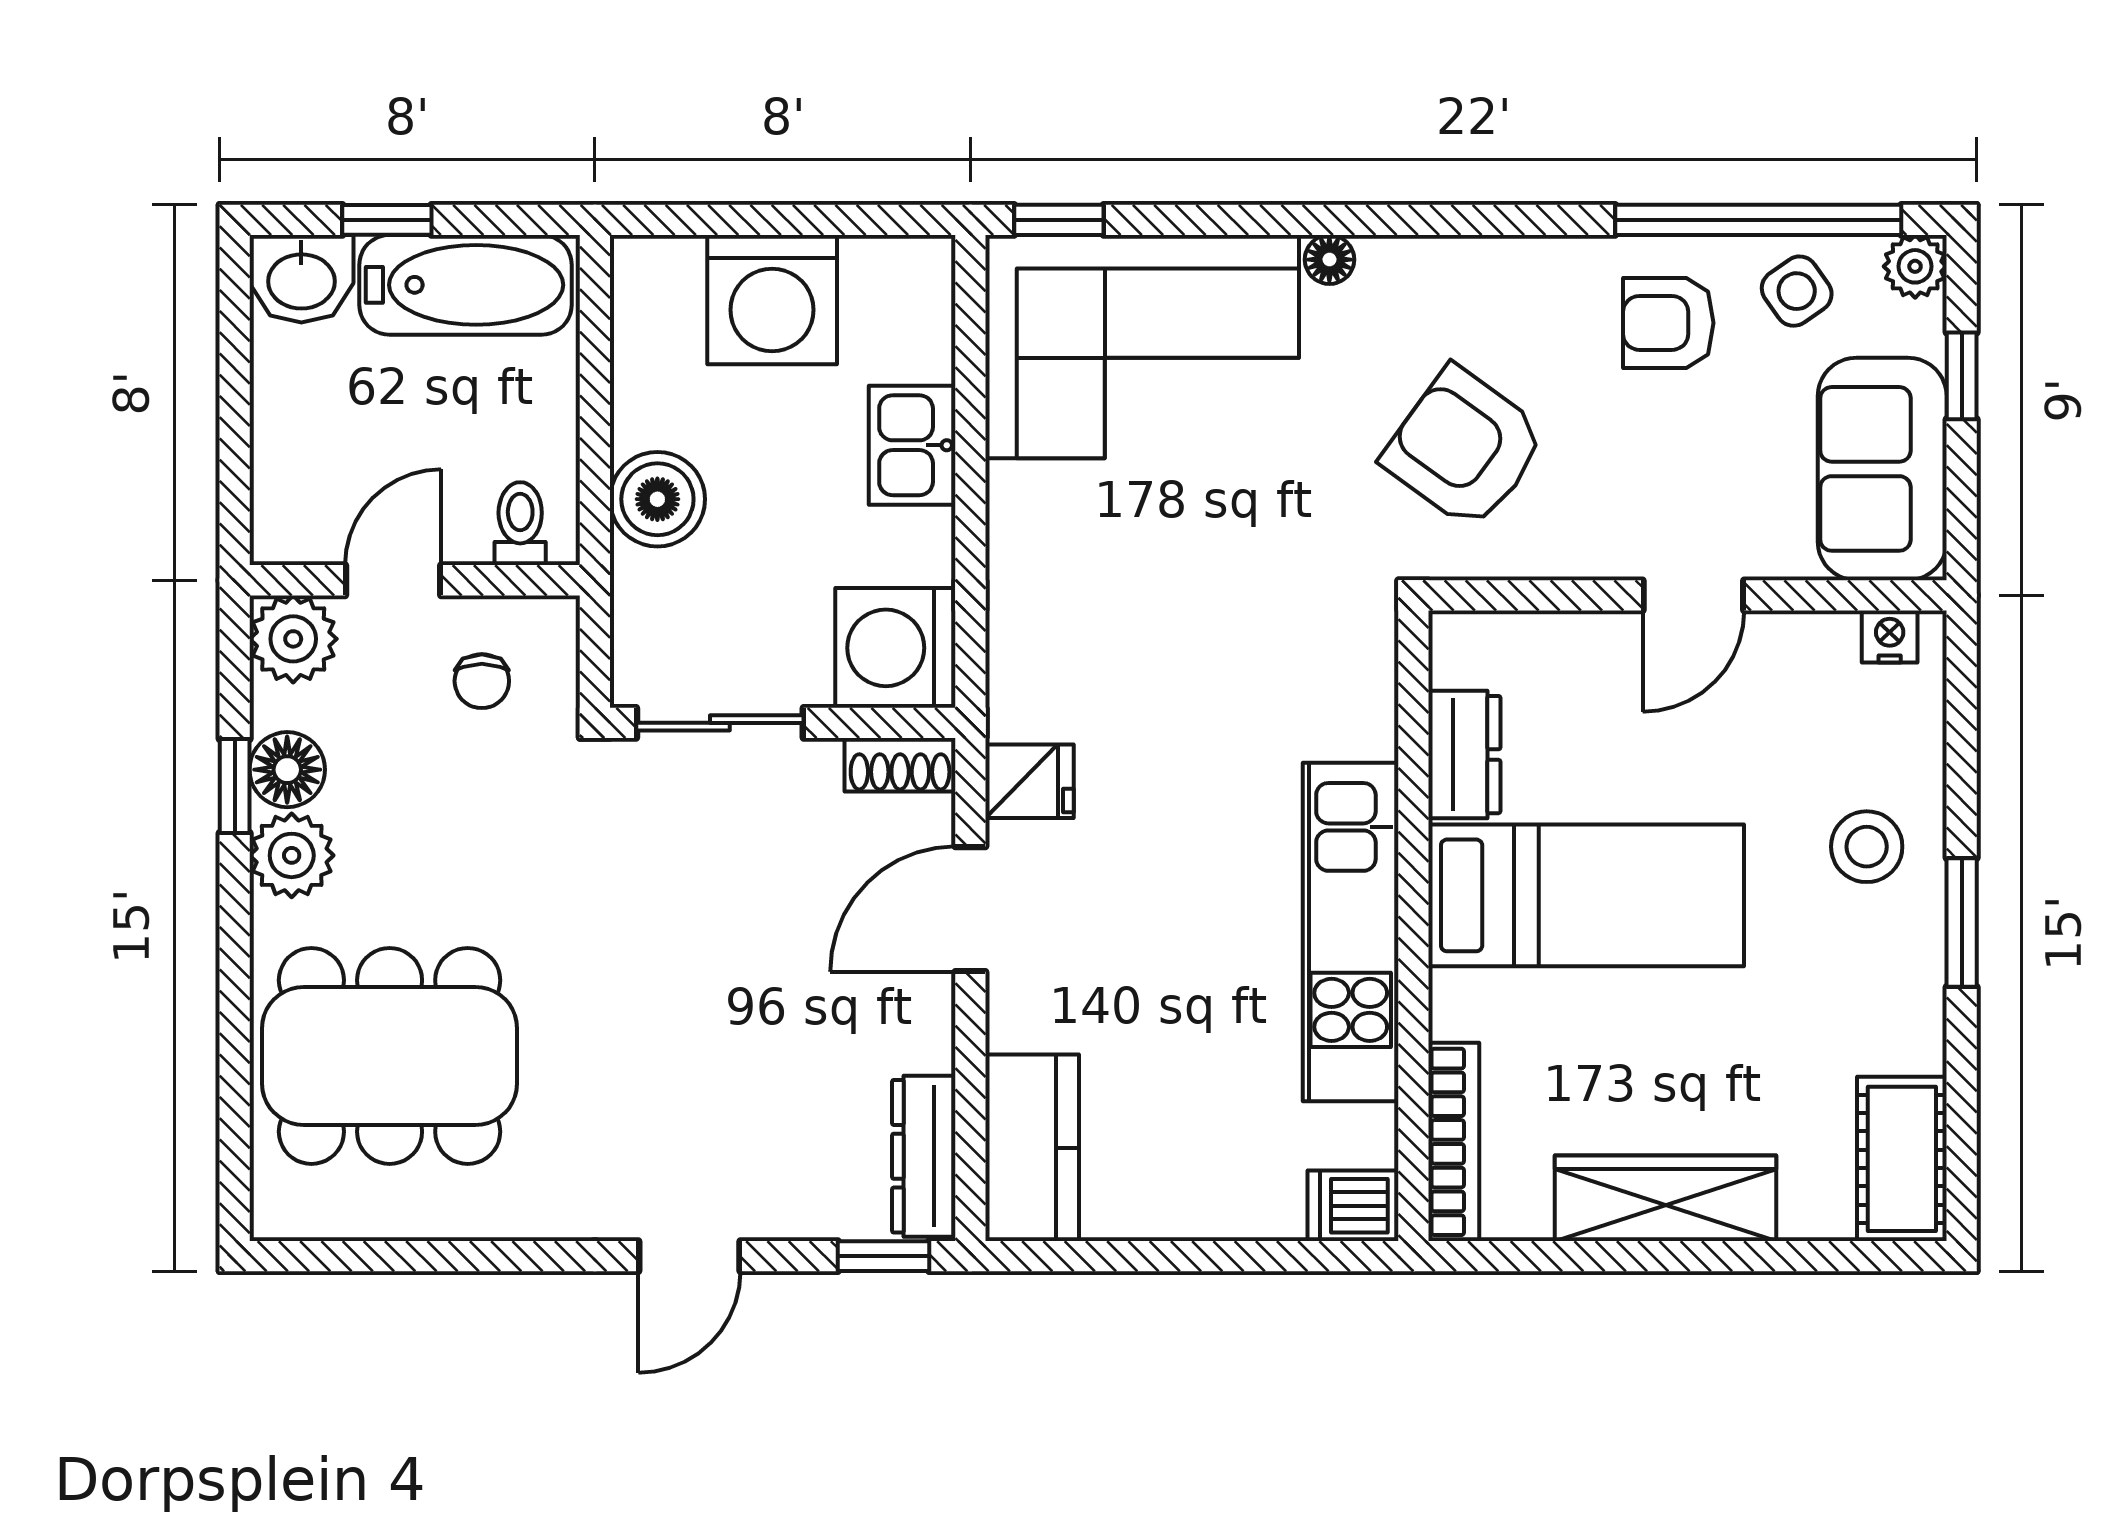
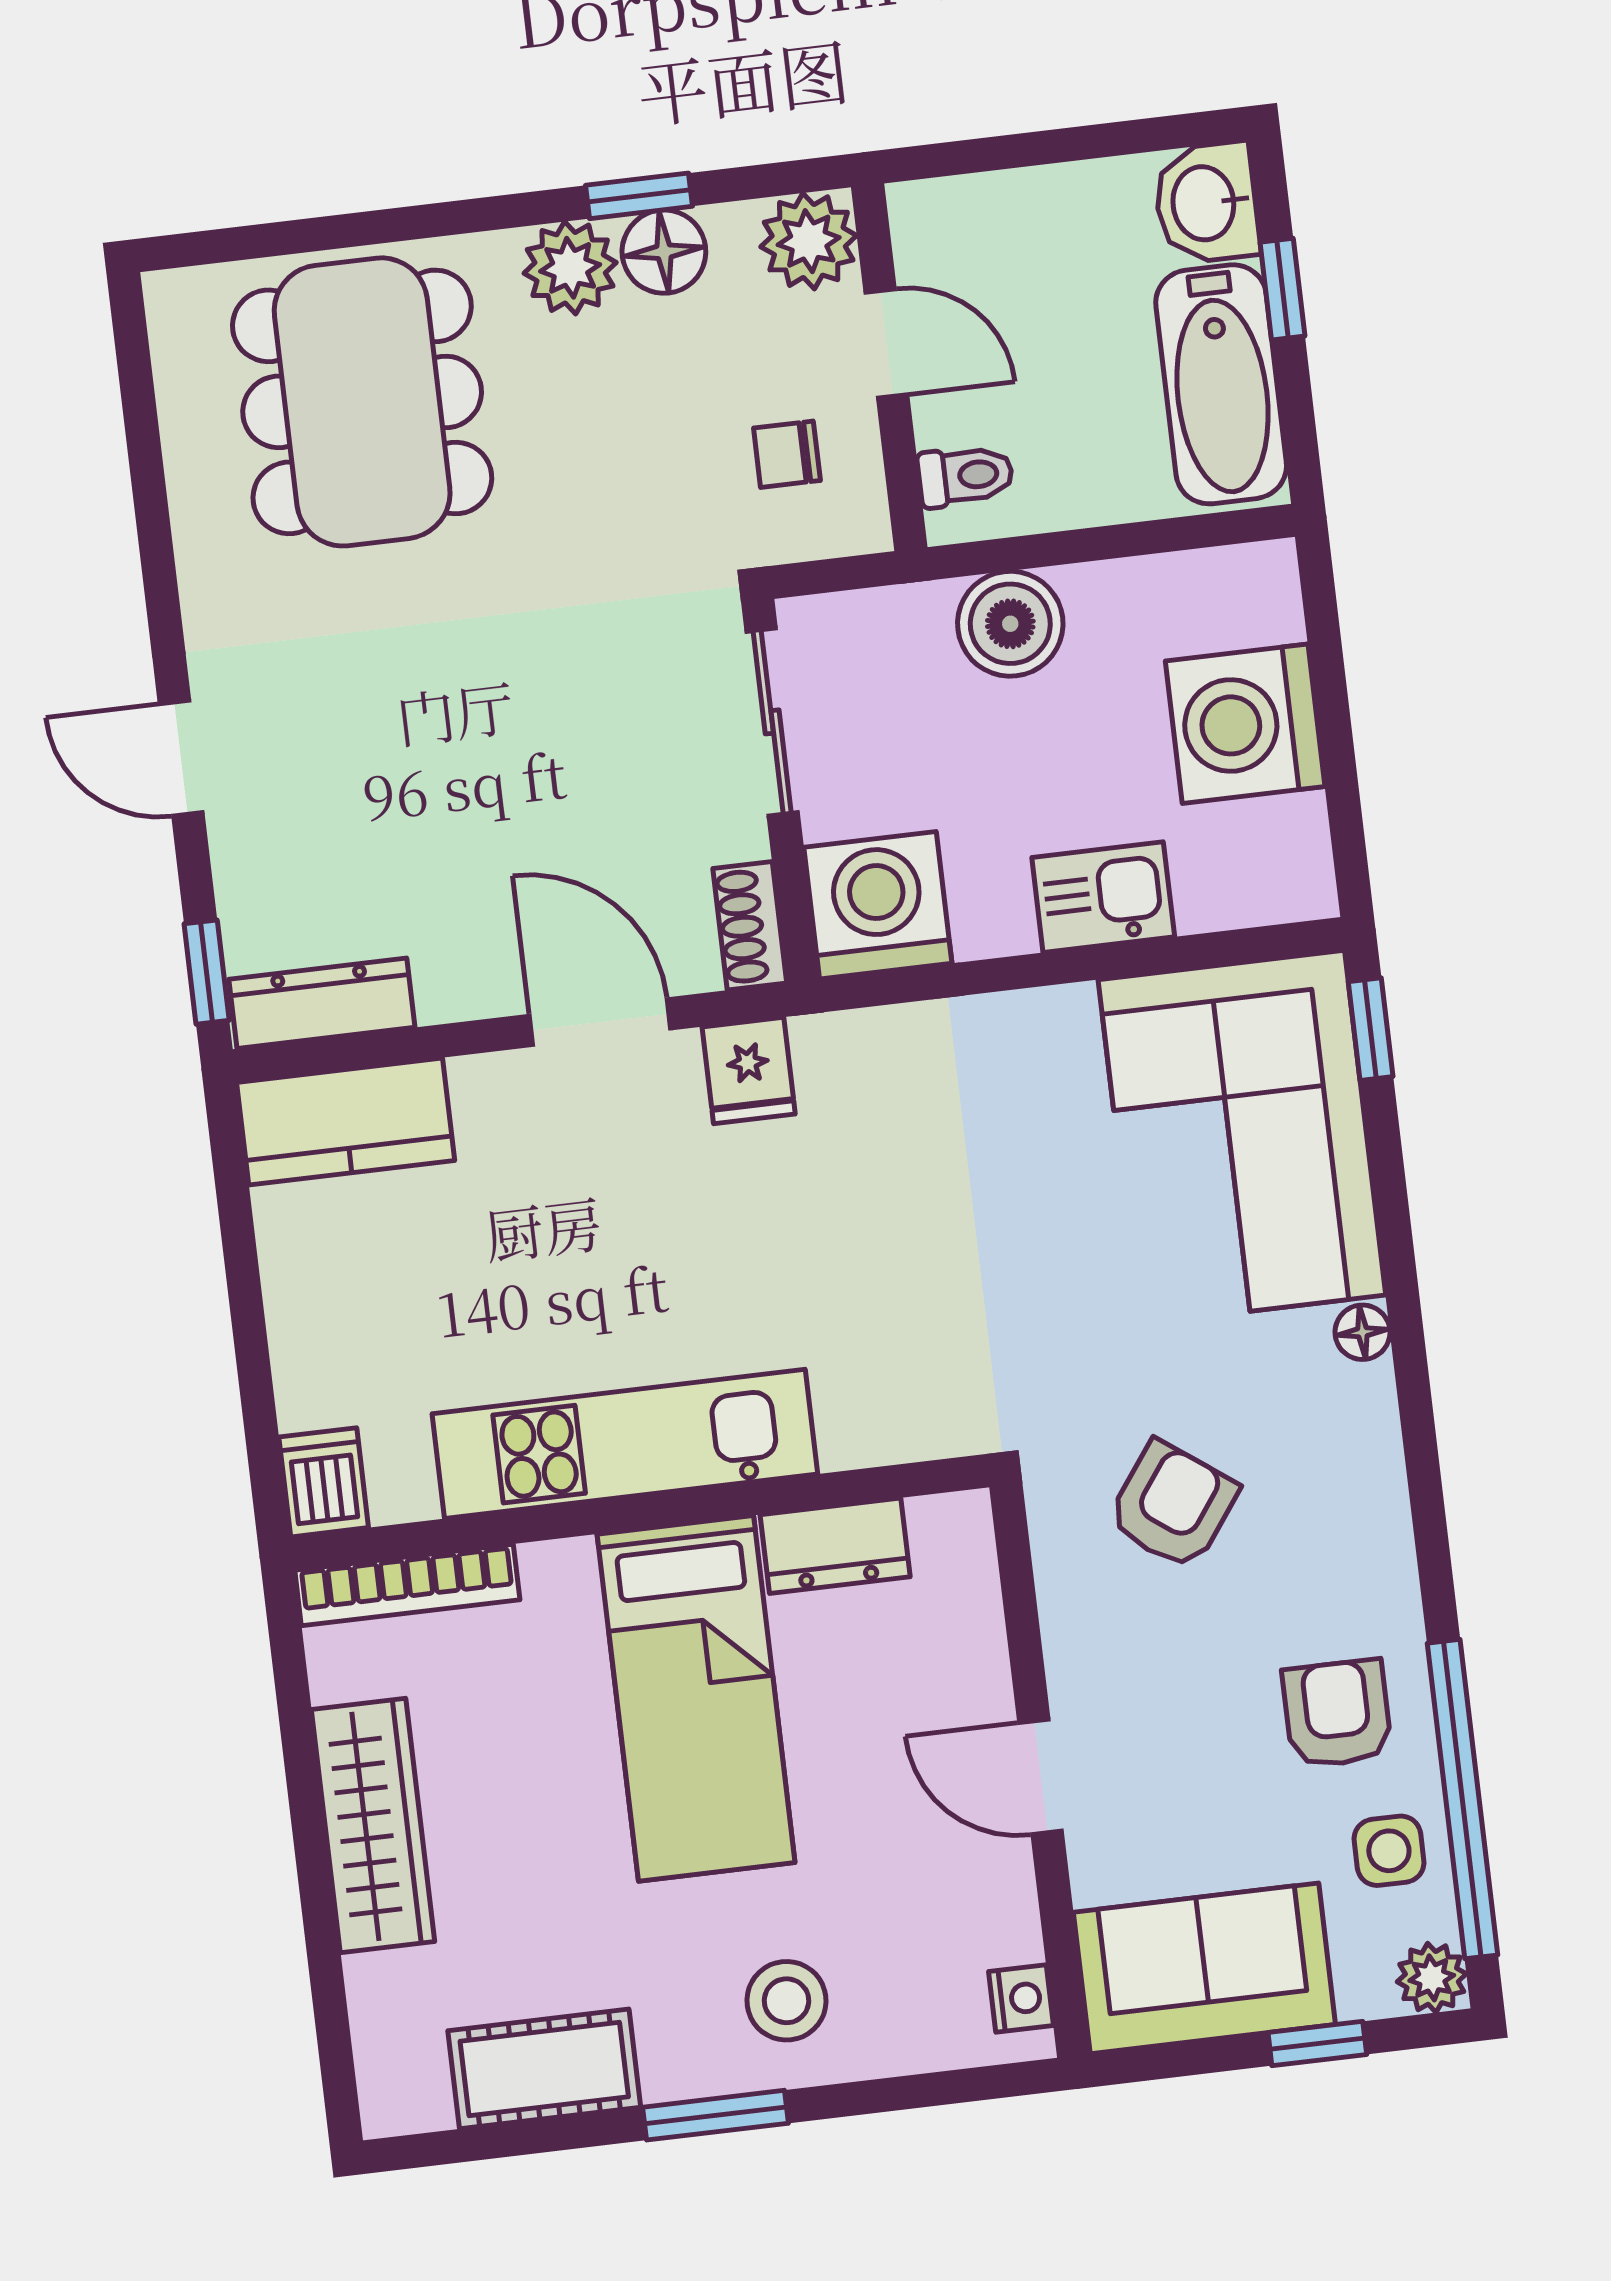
side table: (1797, 291) -> (1389, 1851), turned 35
armchair: (1464, 448) -> (1173, 1505), width x0.72, depth x0.72
cot: (1902, 1159) -> (544, 2069), moved

